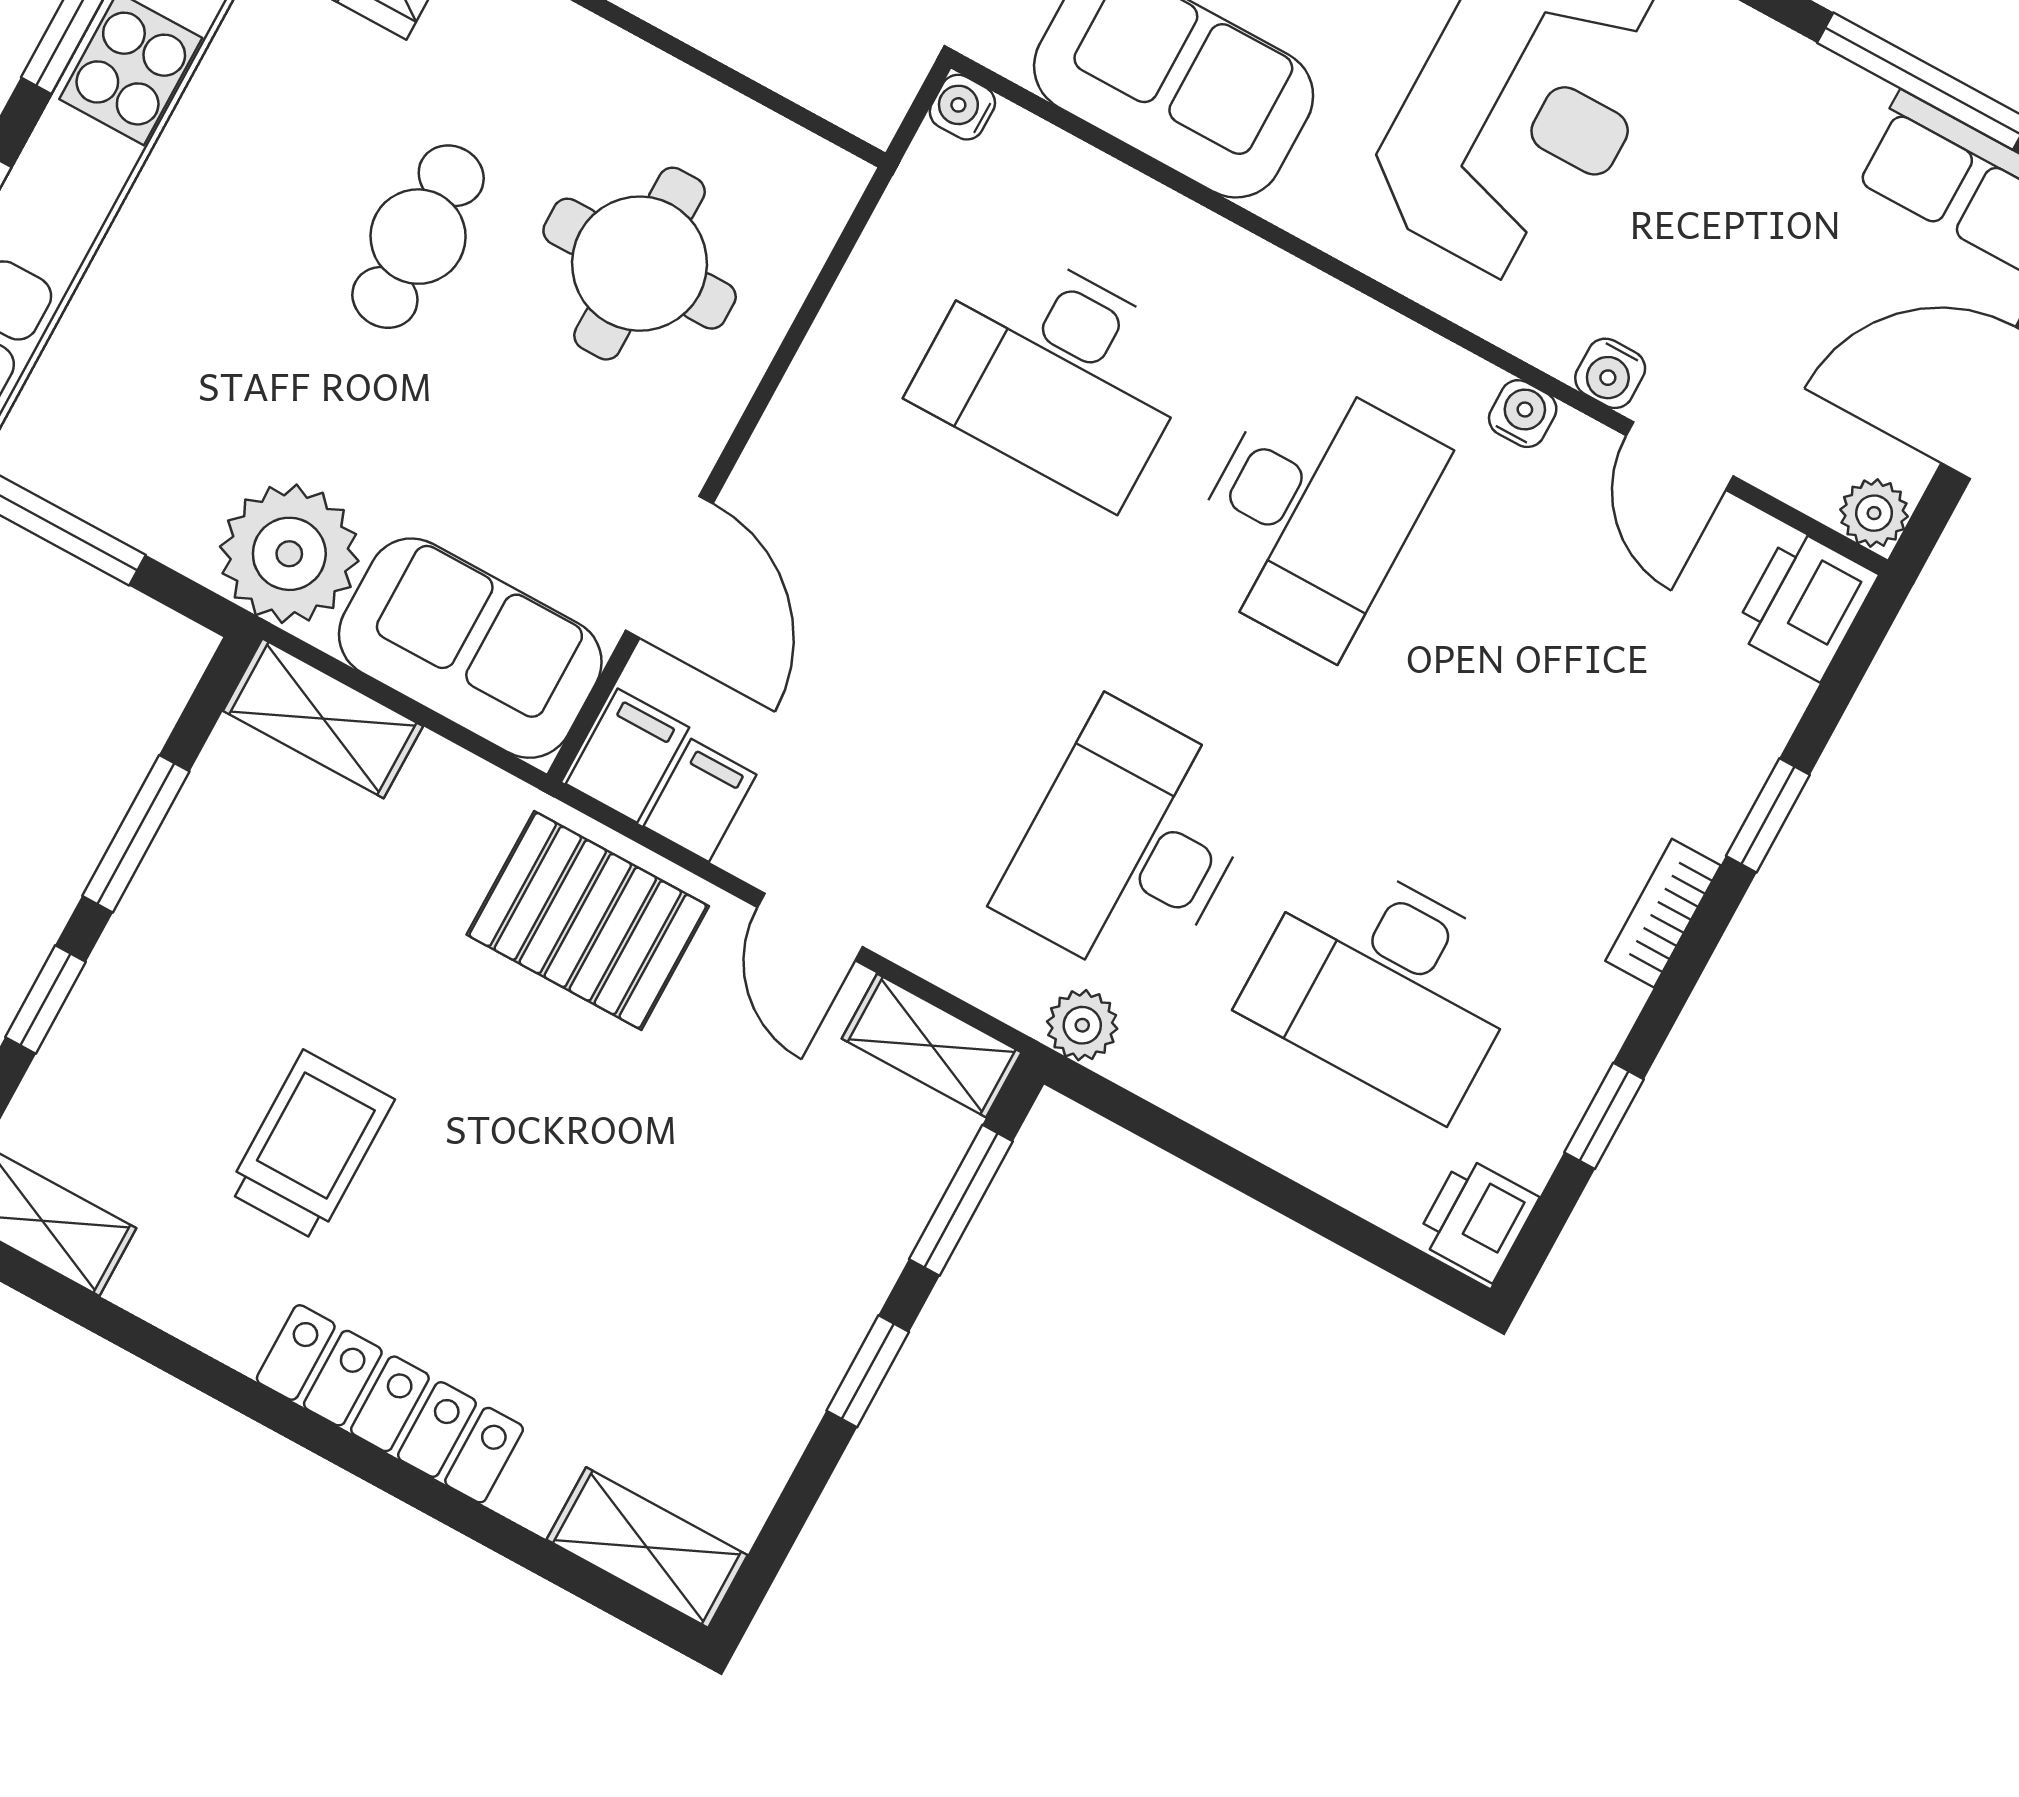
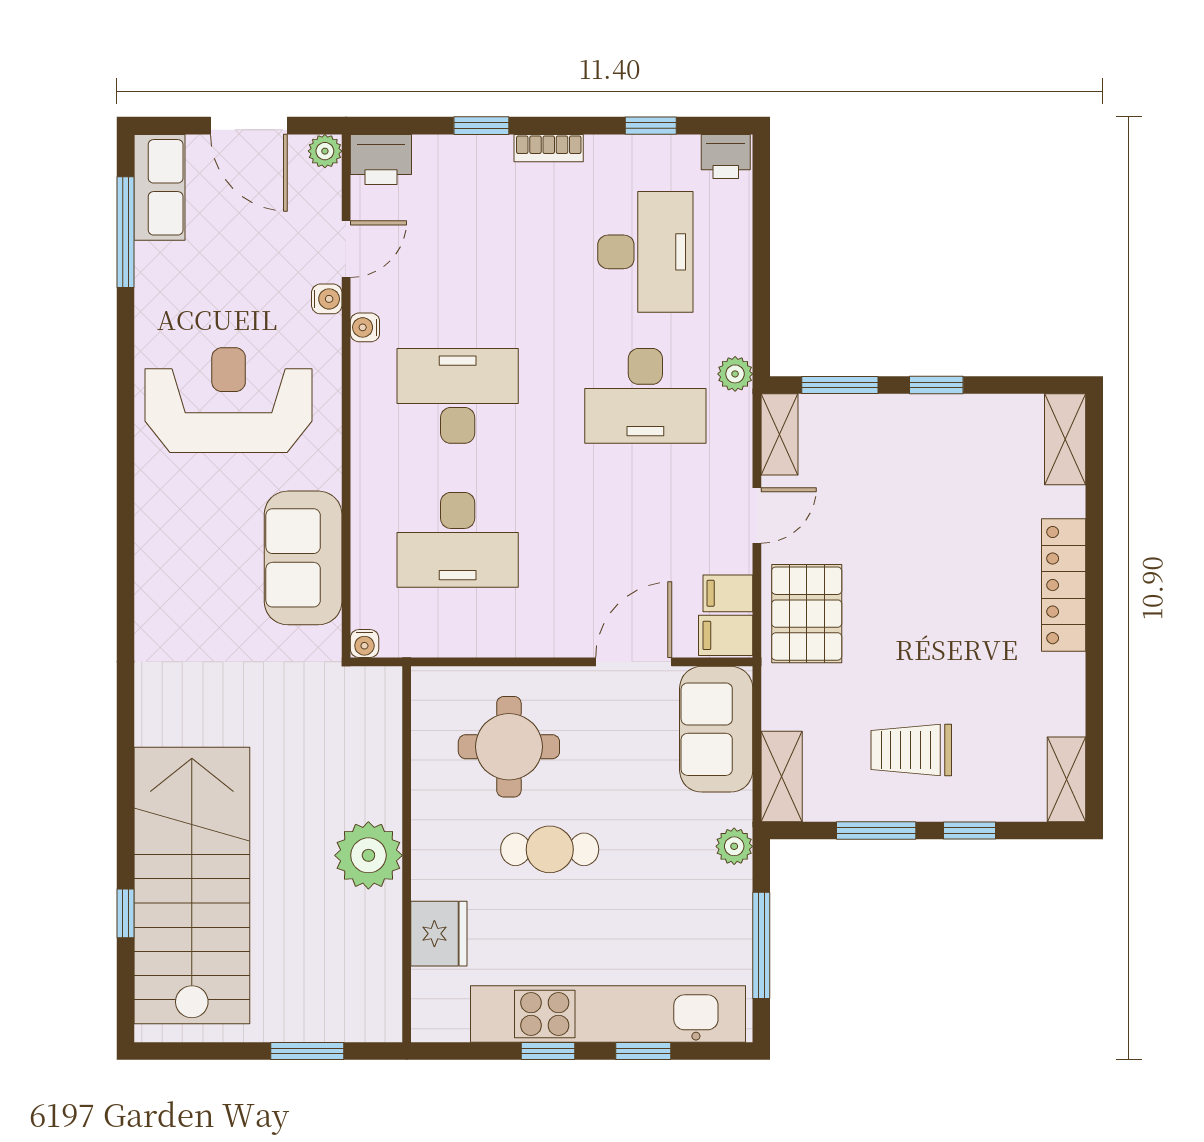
desk: (1056, 372) -> (458, 540), turned 90
plant: (289, 554) -> (734, 846), width x0.53, depth x0.53
trolley: (310, 1145) -> (911, 750), moved

